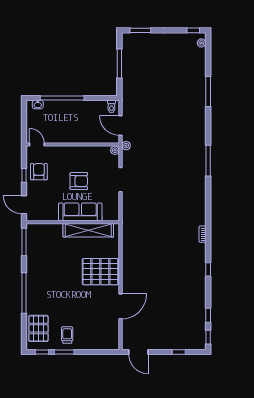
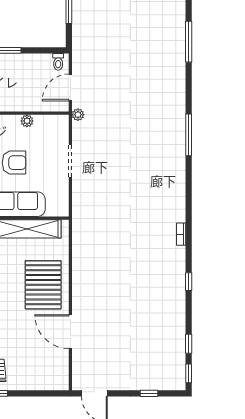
door: (120, 125) -> (70, 87), hinge flipped
plant: (115, 150) -> (27, 121), moved
pallet: (100, 272) -> (43, 285), turned 90
door: (120, 306) -> (70, 332), swing flipped

